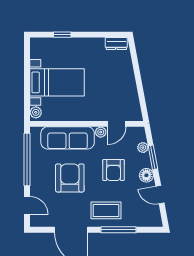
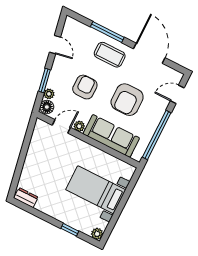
plant: (36, 112) -> (97, 234), moved
floor lamp: (146, 175) -> (47, 107), moved
door: (27, 205) -> (177, 94), hinge flipped

